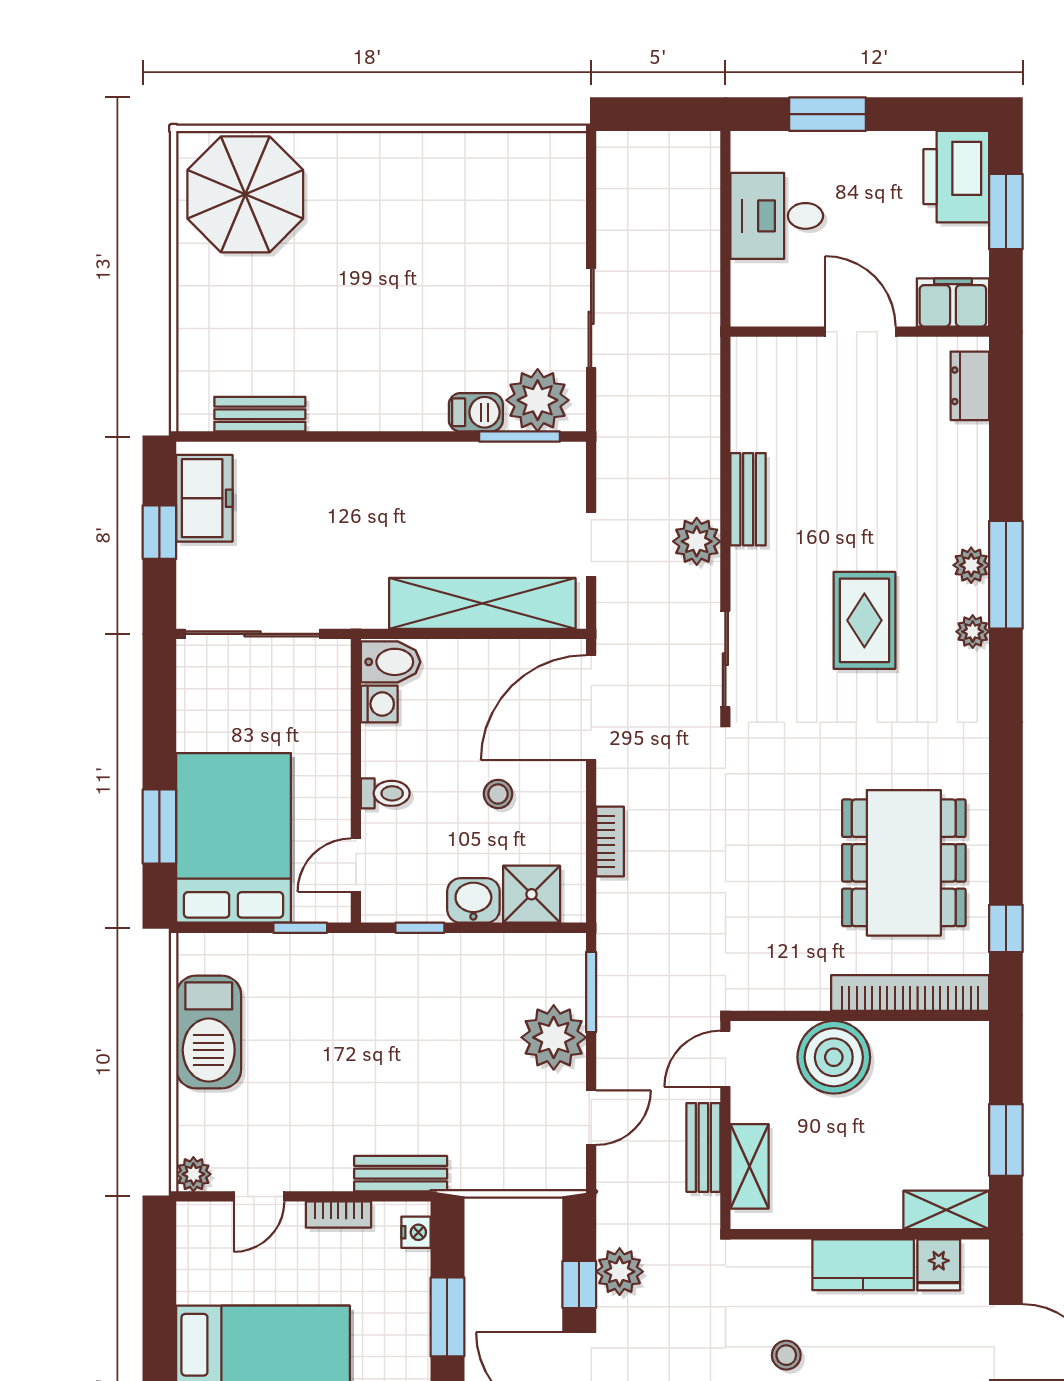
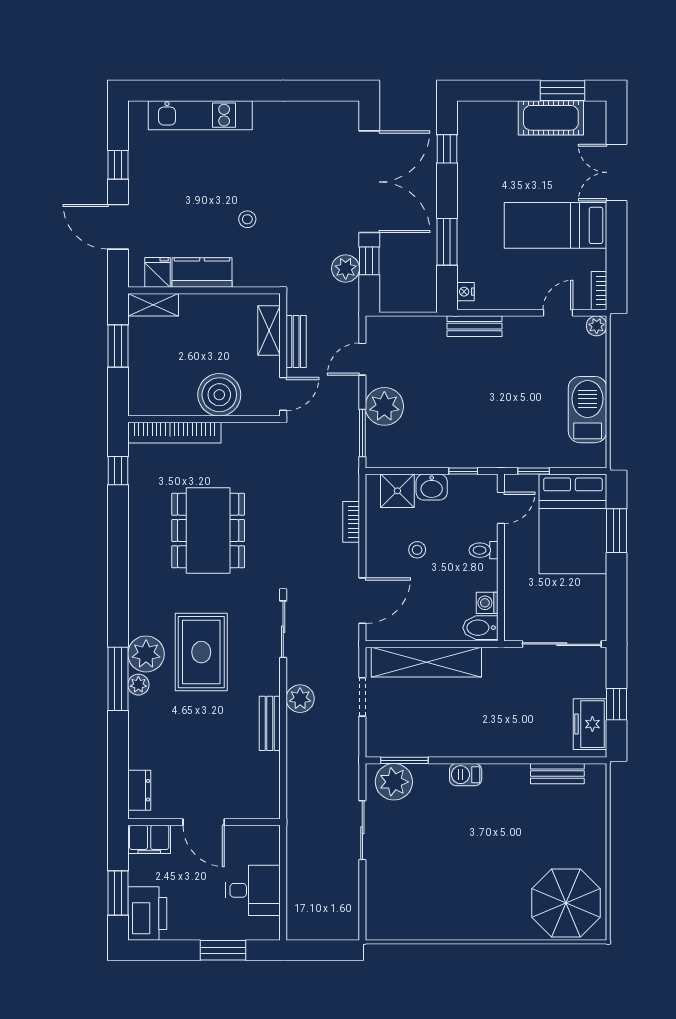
barbecue: (476, 412) -> (466, 775), moved
rug: (864, 620) -> (201, 652), width x1.36, depth x1.43
plant: (973, 632) -> (146, 654), width x1.88, depth x1.88
door: (591, 708) -> (362, 601), width x0.73
dining table: (904, 863) -> (208, 530), moved
bookcase: (338, 1215) -> (599, 291), moved, turned -90

